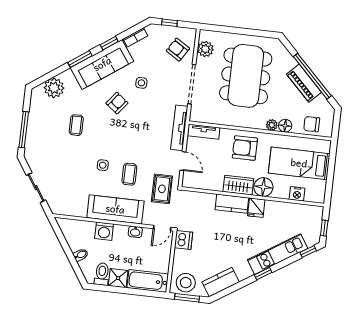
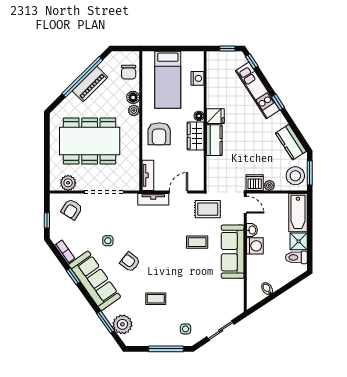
window: (80, 59) -> (106, 322), moved
tv unit: (179, 128) -> (153, 199), width x0.71
side table: (103, 165) -> (186, 329), moved
floor lamp: (263, 187) -> (199, 116), width x0.53, depth x0.53
washing machine: (104, 231) -> (255, 246), moved
bidet: (81, 255) -> (267, 289), moved
plant: (179, 255) -> (269, 185), added

